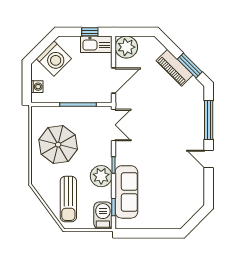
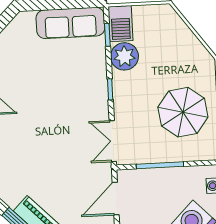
plant: (101, 176) -> (124, 56), moved
sofa: (126, 192) -> (70, 23), moved, turned -90
sun lounger: (68, 199) -> (166, 42), removed

